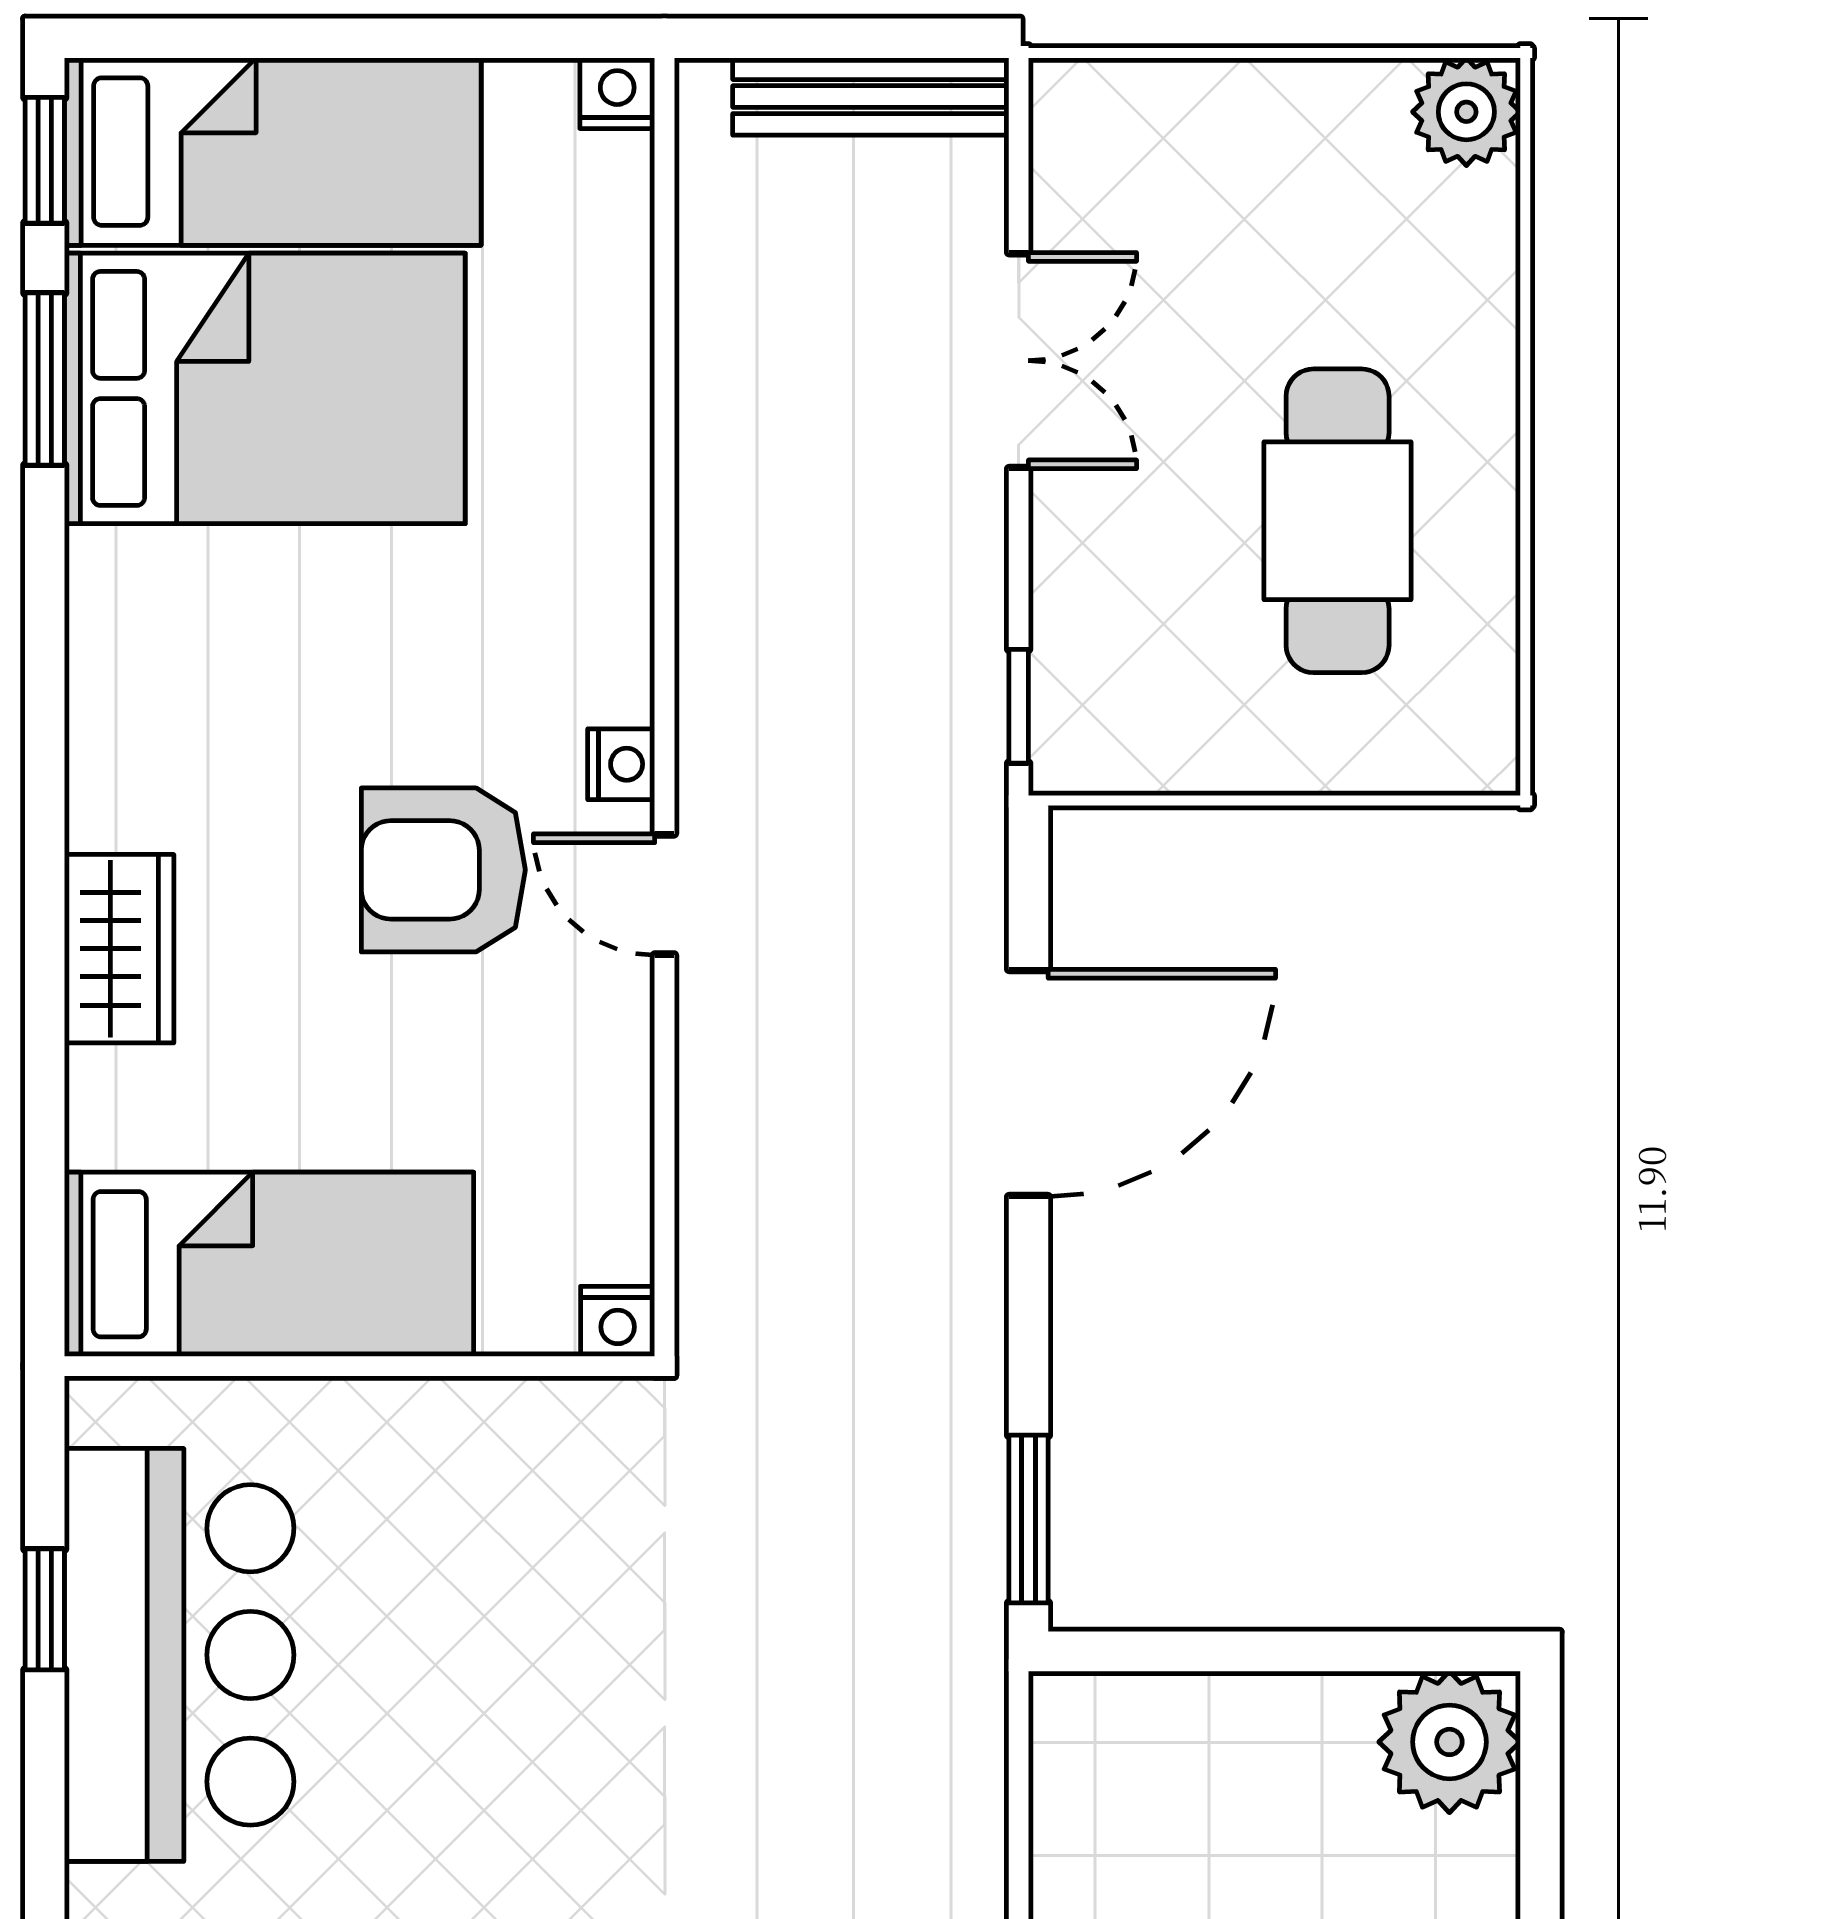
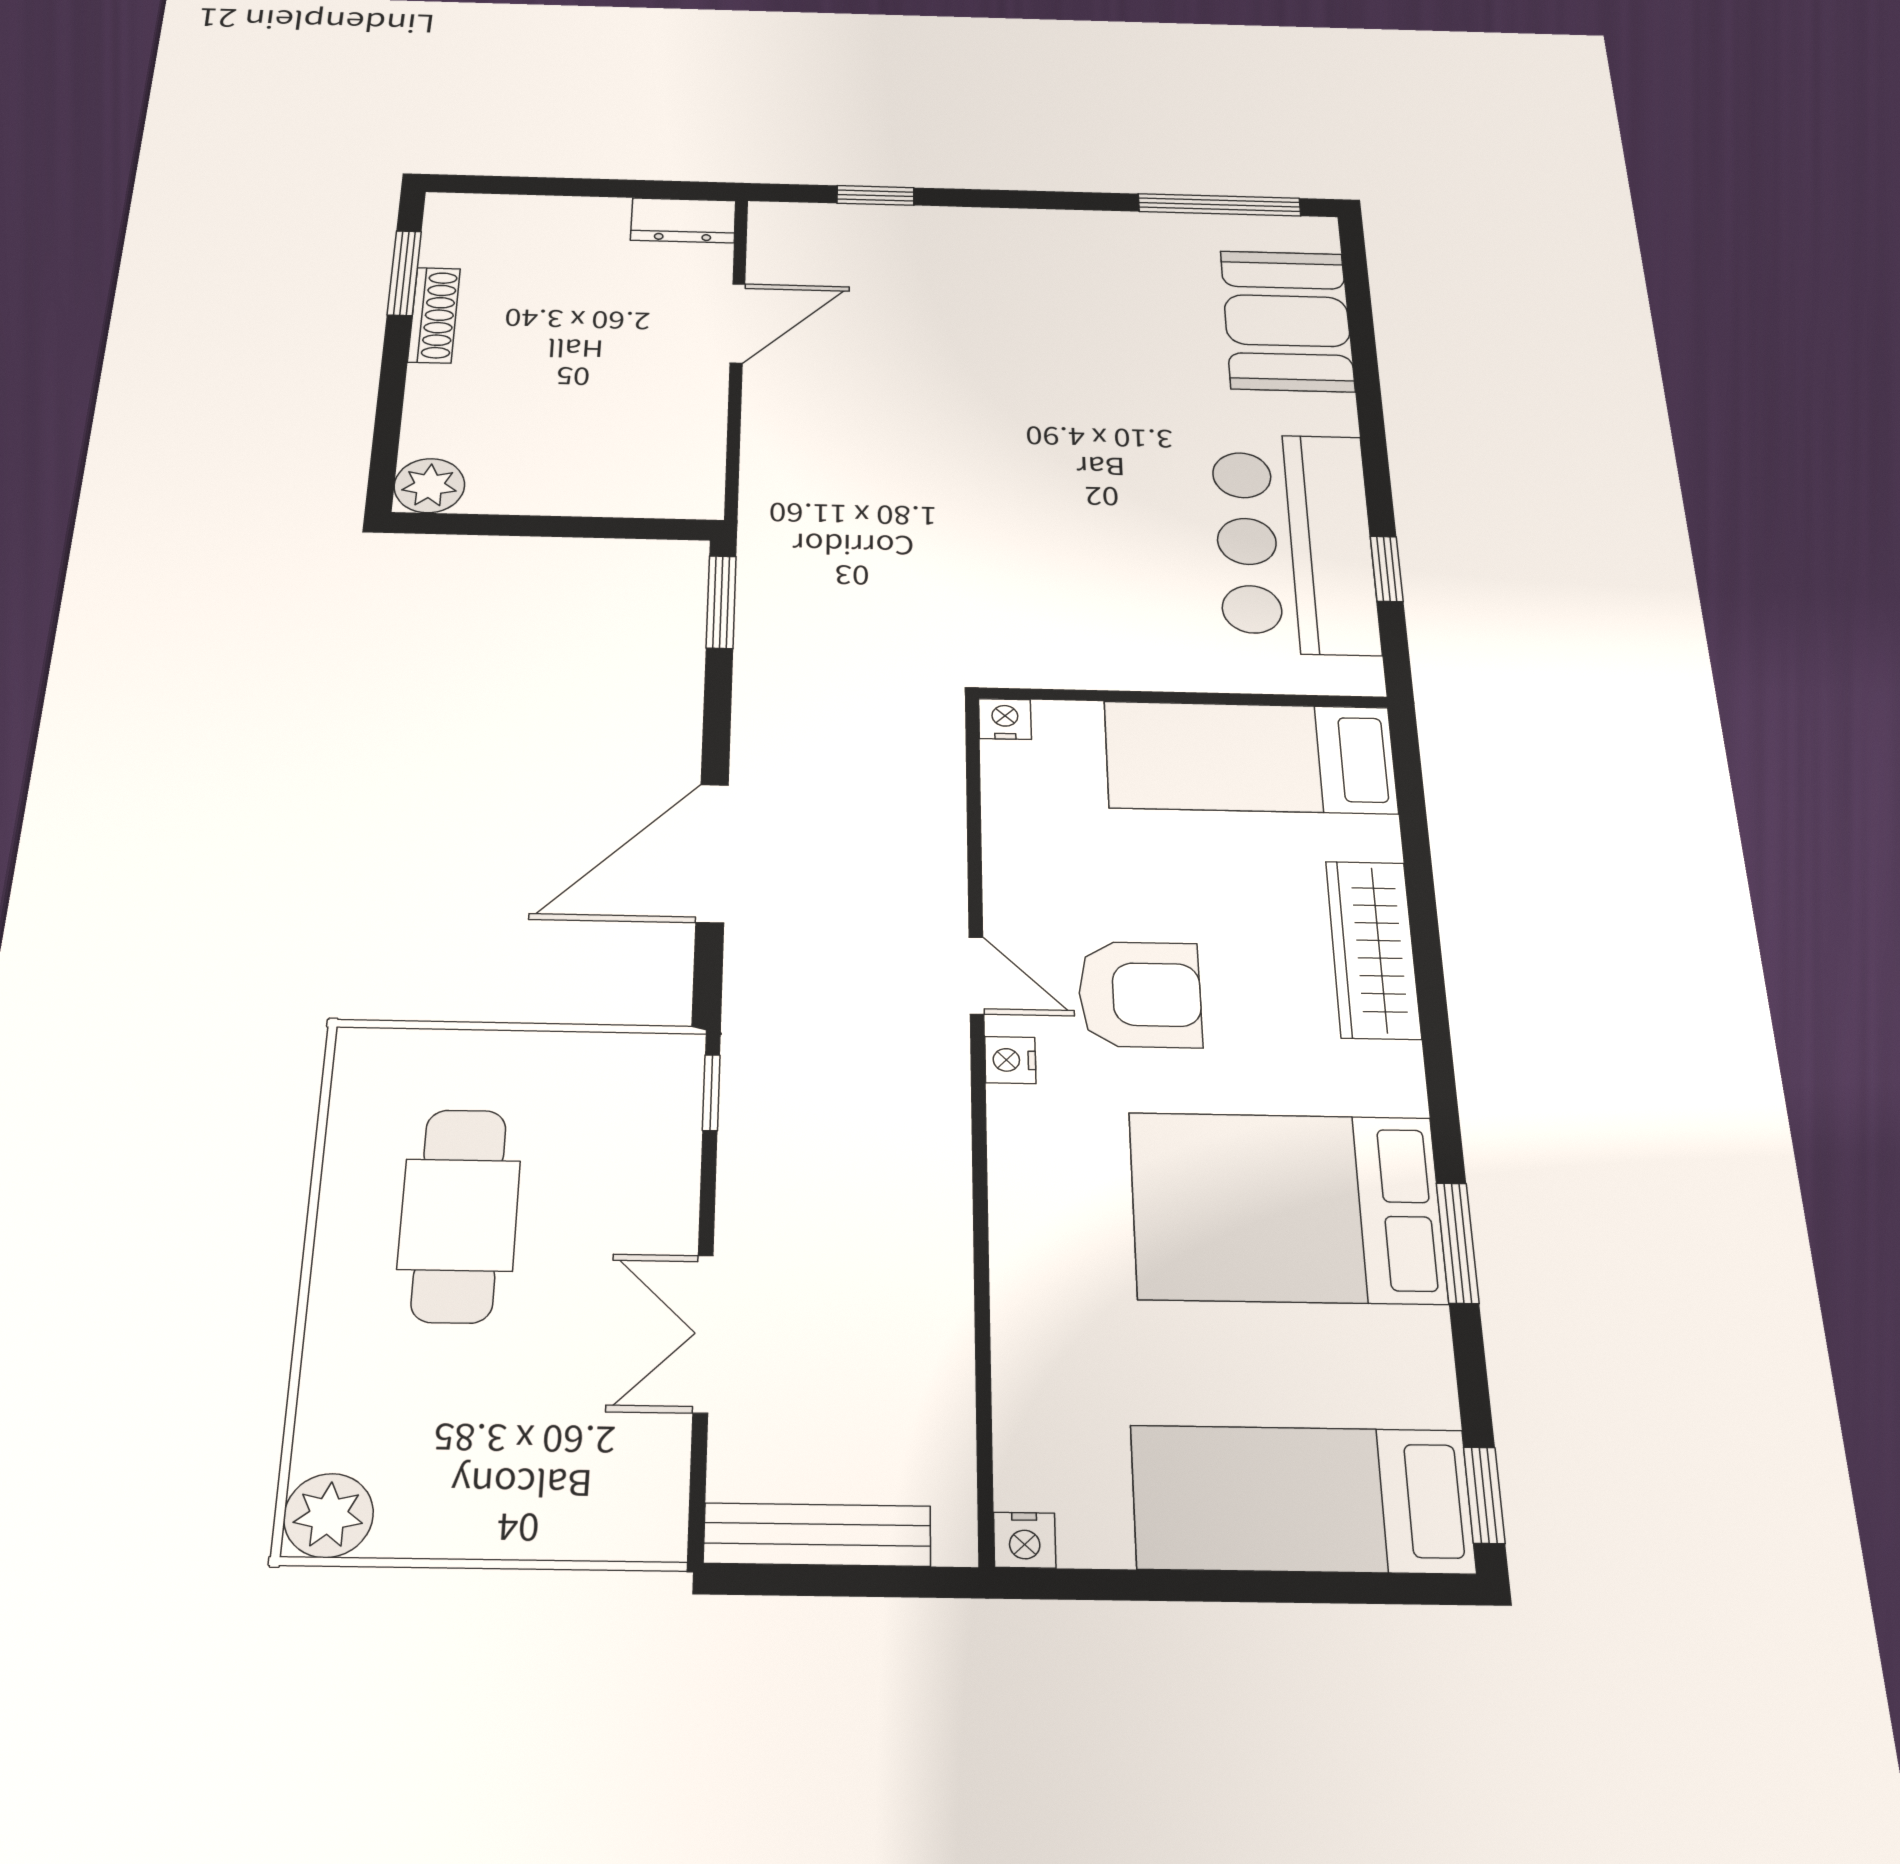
window: (45, 379) -> (1458, 1243), moved
bed: (265, 388) -> (1286, 1207), moved
wardrobe: (119, 949) -> (1373, 949), width x1.50
plant: (1449, 1742) -> (429, 486), width x0.73, depth x0.73

